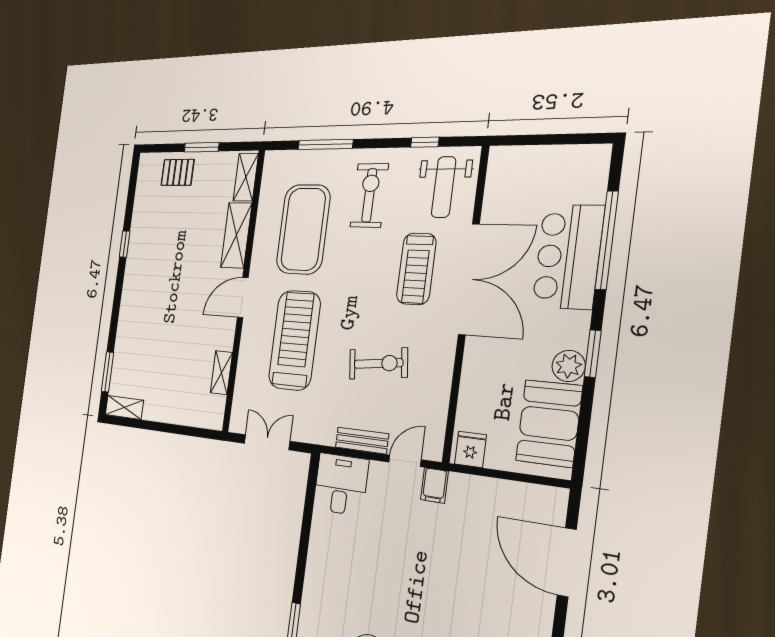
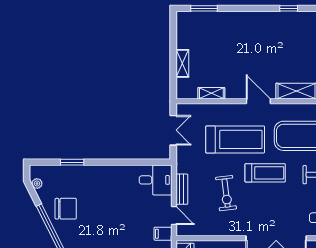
treadmill: (416, 269) -> (265, 173), moved, turned 180
shelving: (124, 407) -> (182, 63), moved

